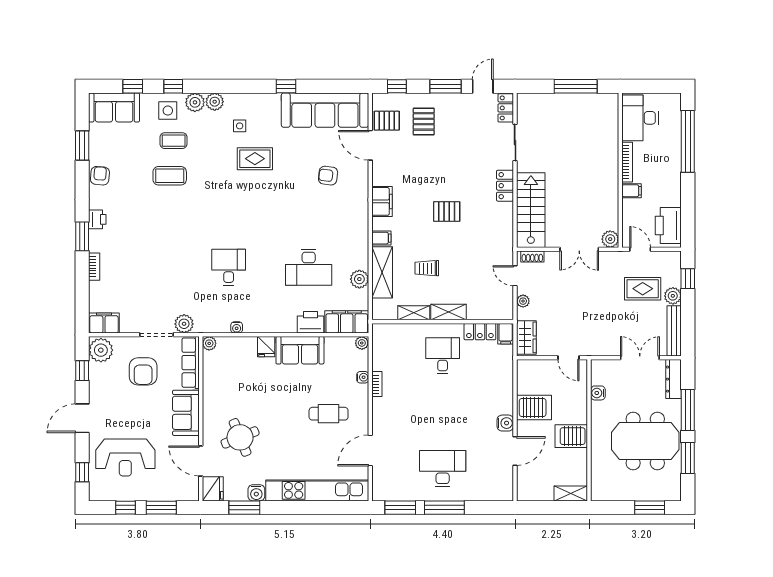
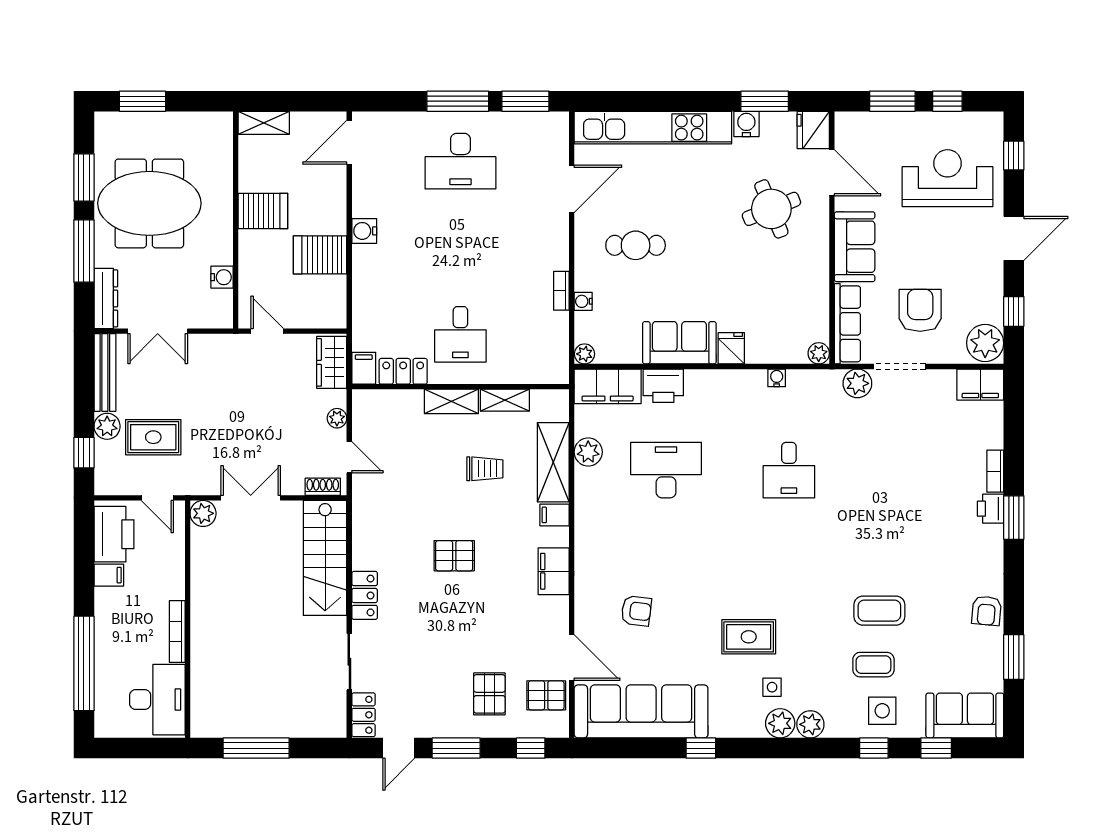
plant: (195, 102) -> (780, 723), moved
filing cabinet: (632, 191) -> (109, 575), moved, turned 180
printer: (97, 219) -> (991, 509), moved
door: (515, 451) -> (349, 142), moved

